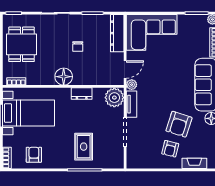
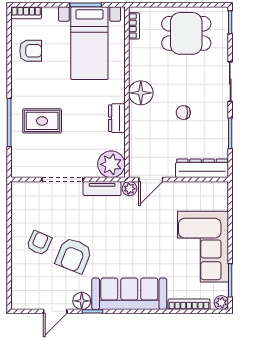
corner sofa: (152, 32) -> (203, 247), moved
door: (125, 69) -> (151, 180), hinge flipped
armchair: (179, 124) -> (74, 255), turned -86
armchair: (170, 149) -> (39, 243), turned 100
fireplace: (194, 163) -> (18, 277), removed

